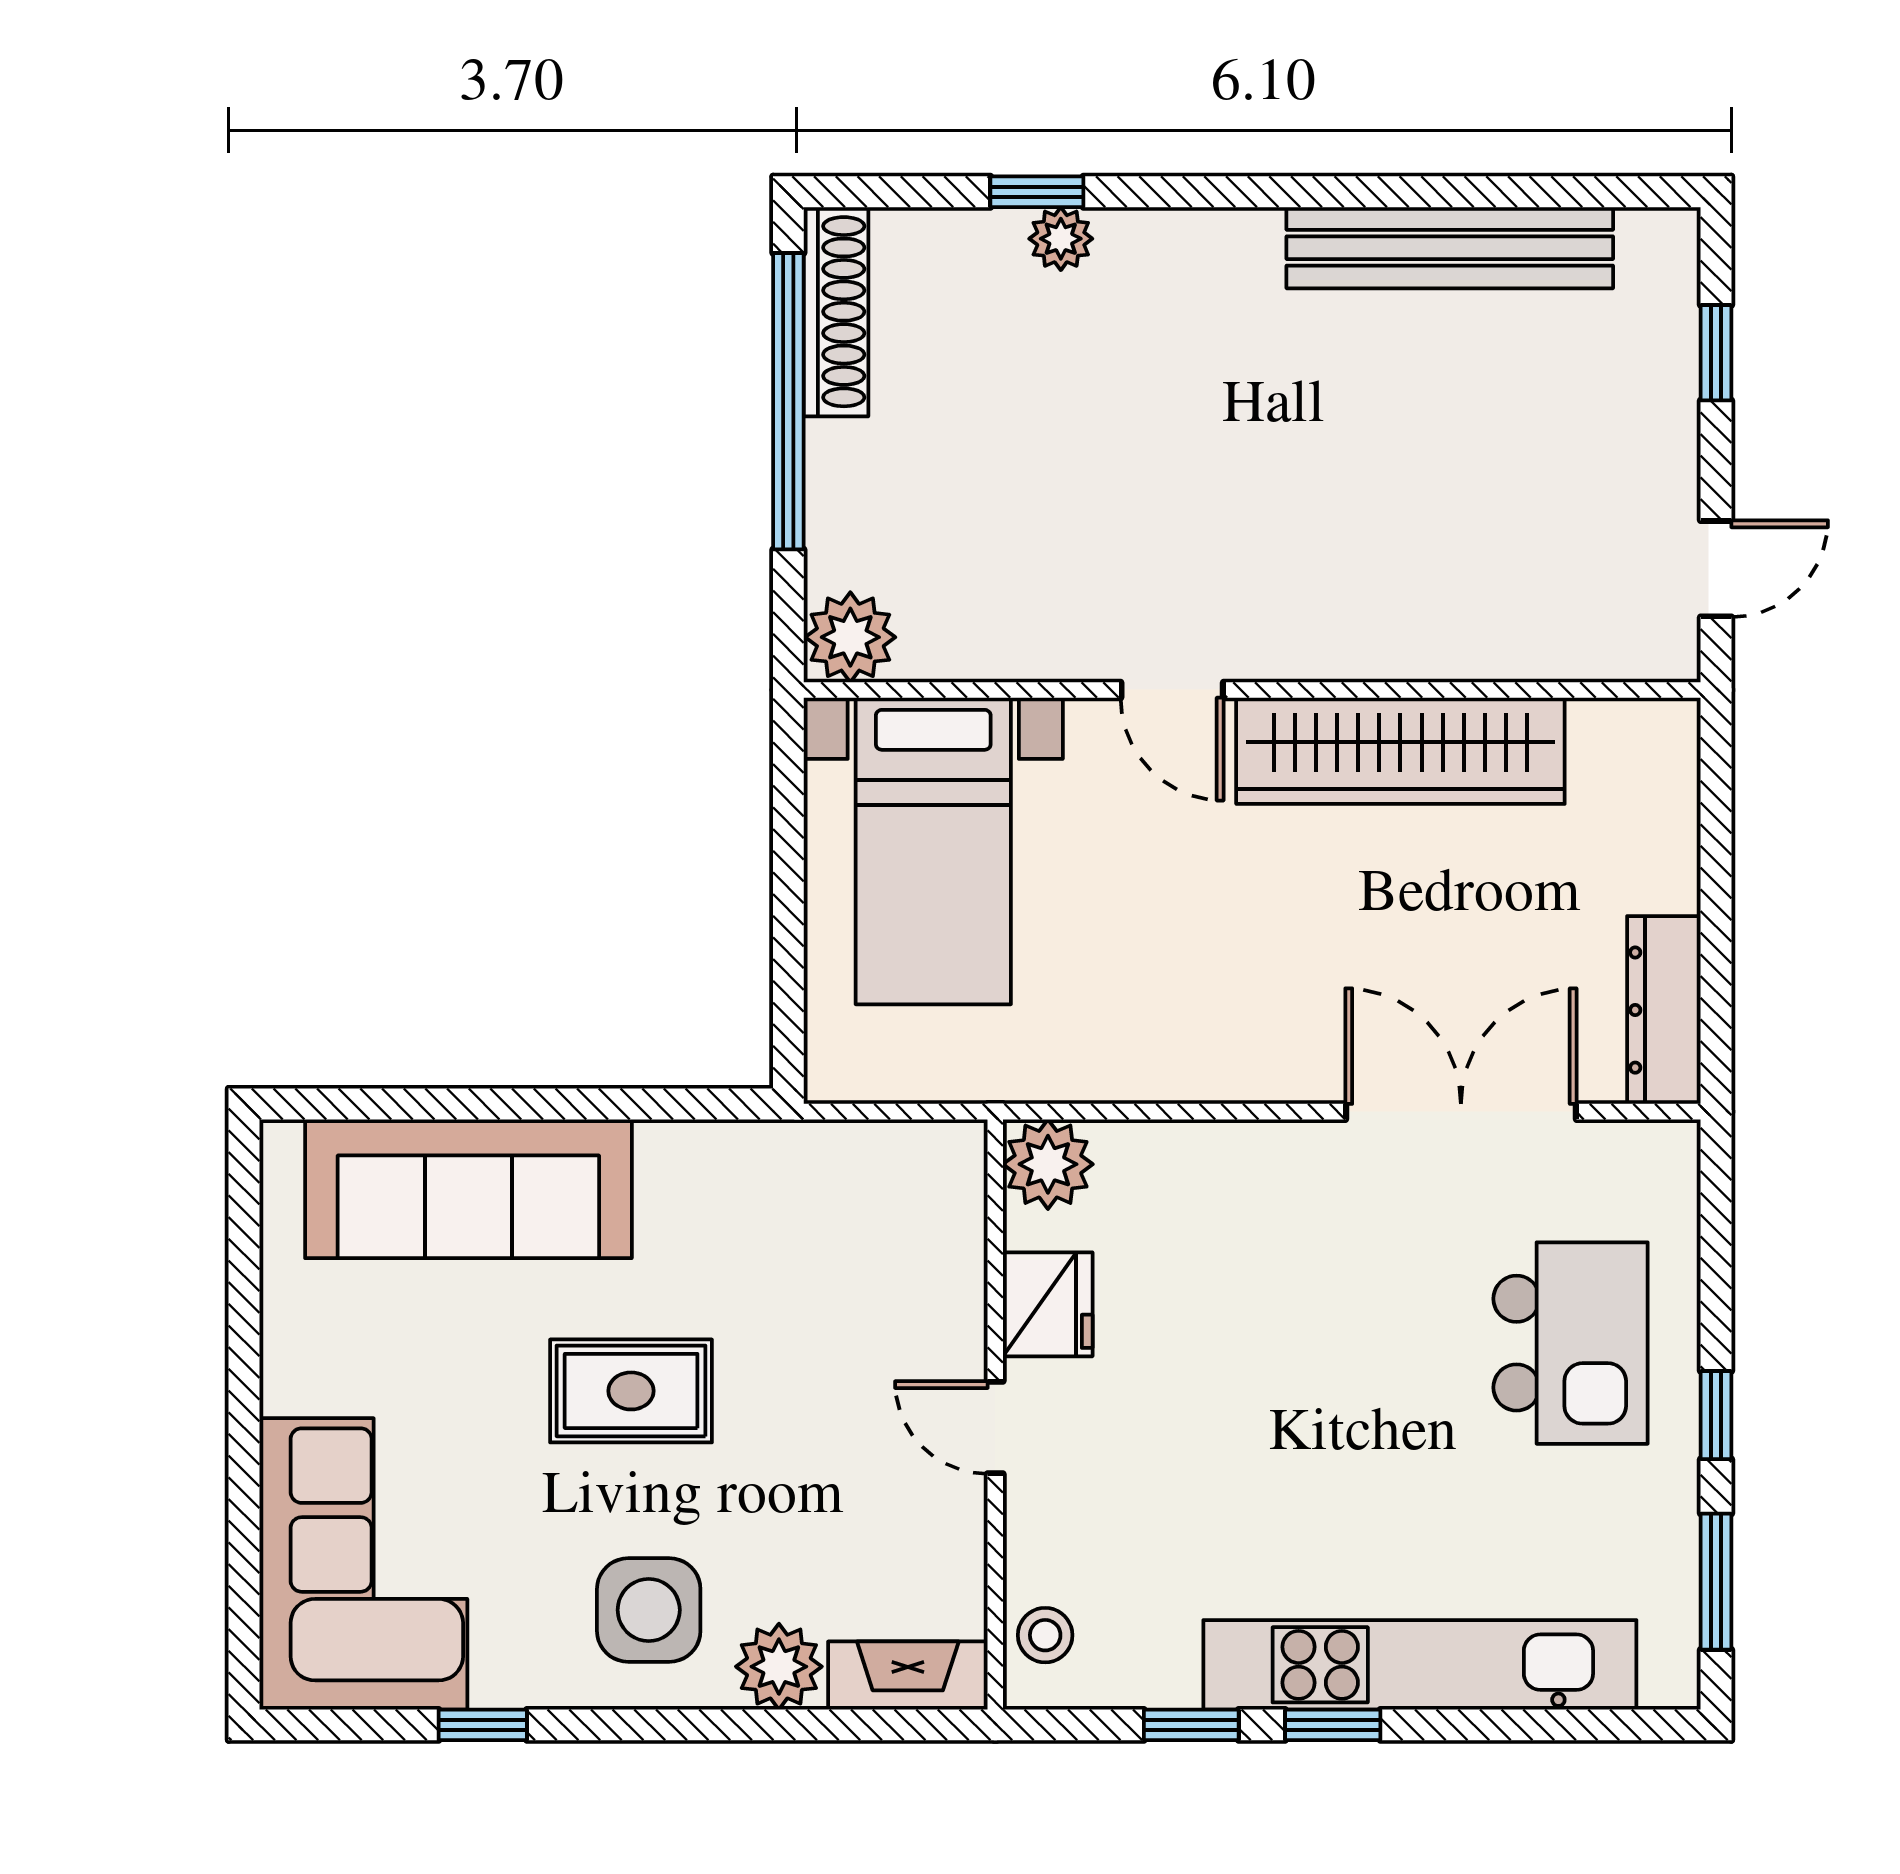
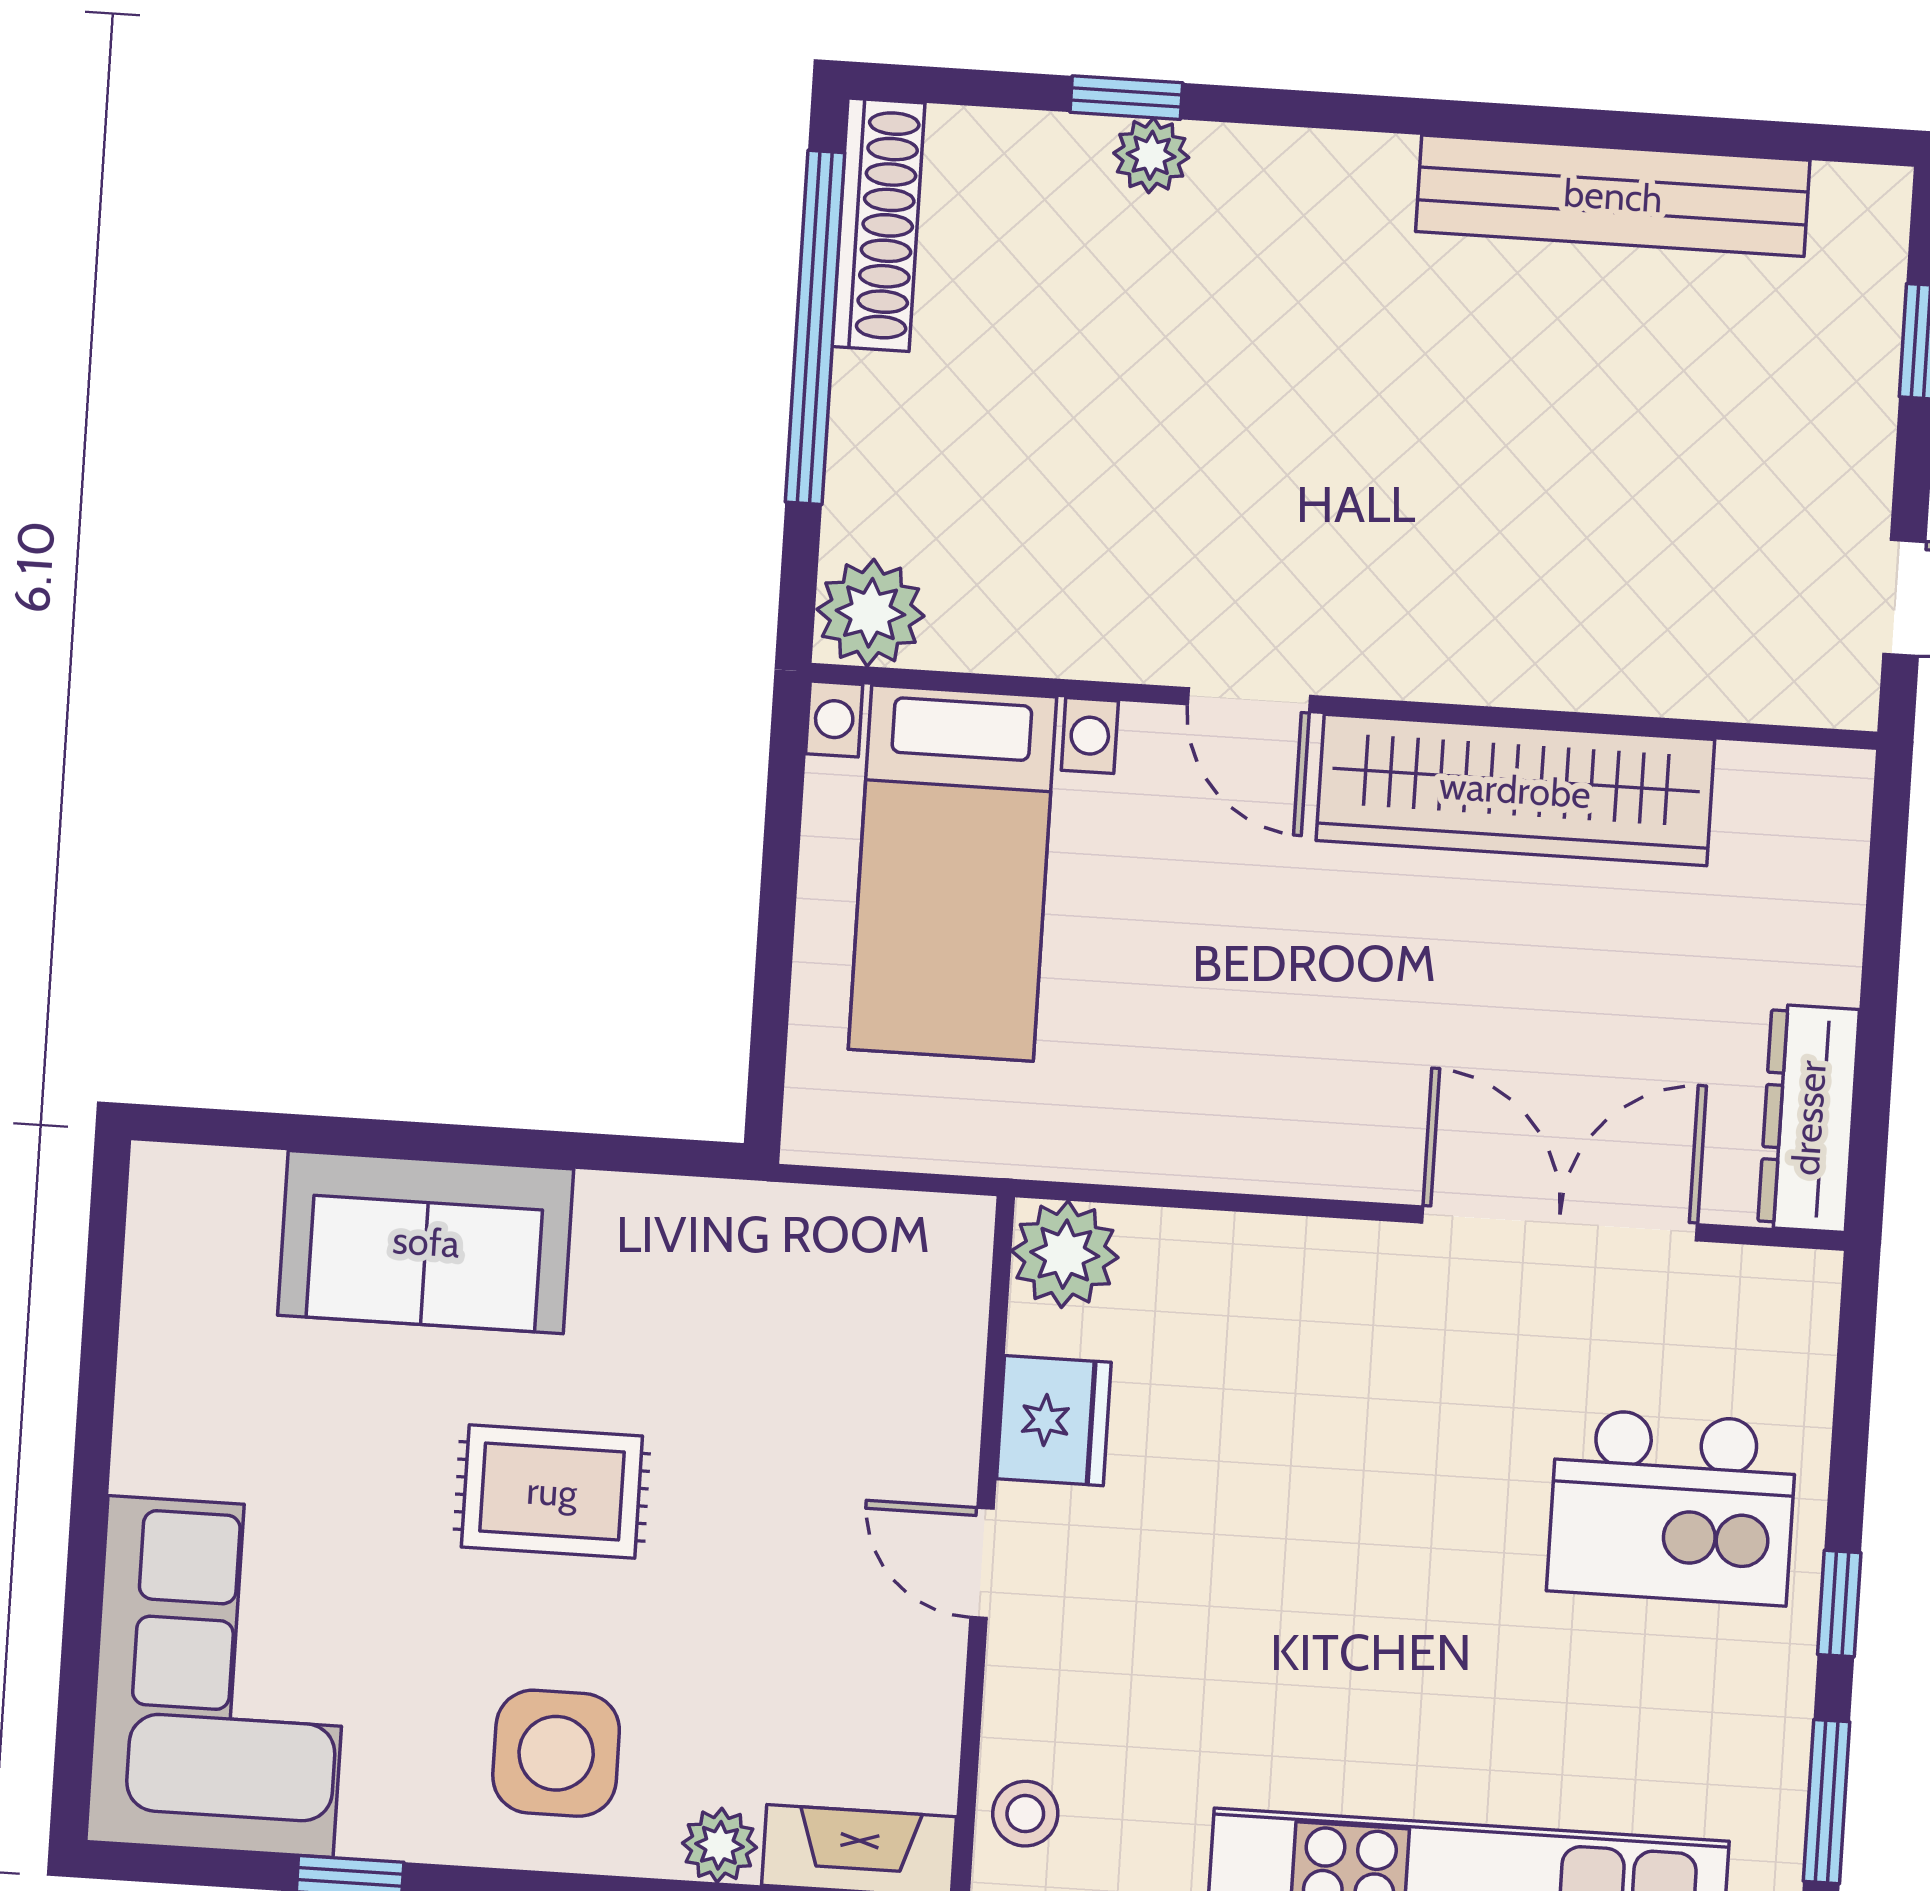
sofa: (468, 1189) -> (426, 1242), width x0.73
kitchen island: (1571, 1343) -> (1672, 1507), turned 90
plant: (779, 1667) -> (719, 1845), width x0.73, depth x0.73

